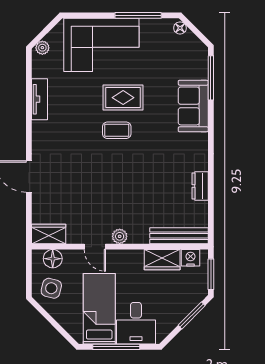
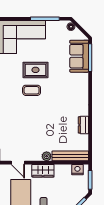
sofa: (193, 106) -> (79, 56), moved
plant: (120, 236) -> (47, 156), moved
wardrobe: (162, 260) -> (43, 171), moved

